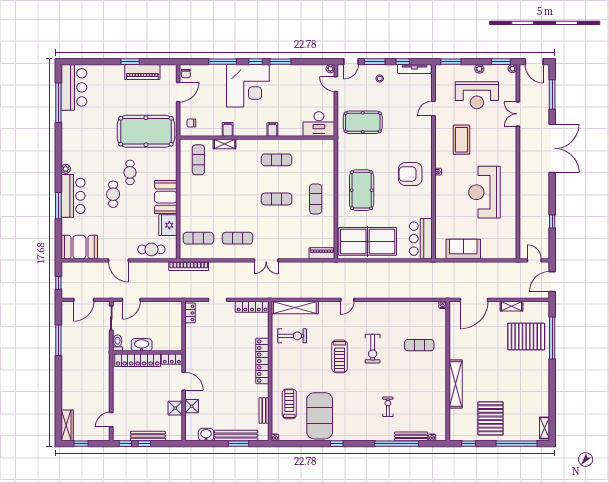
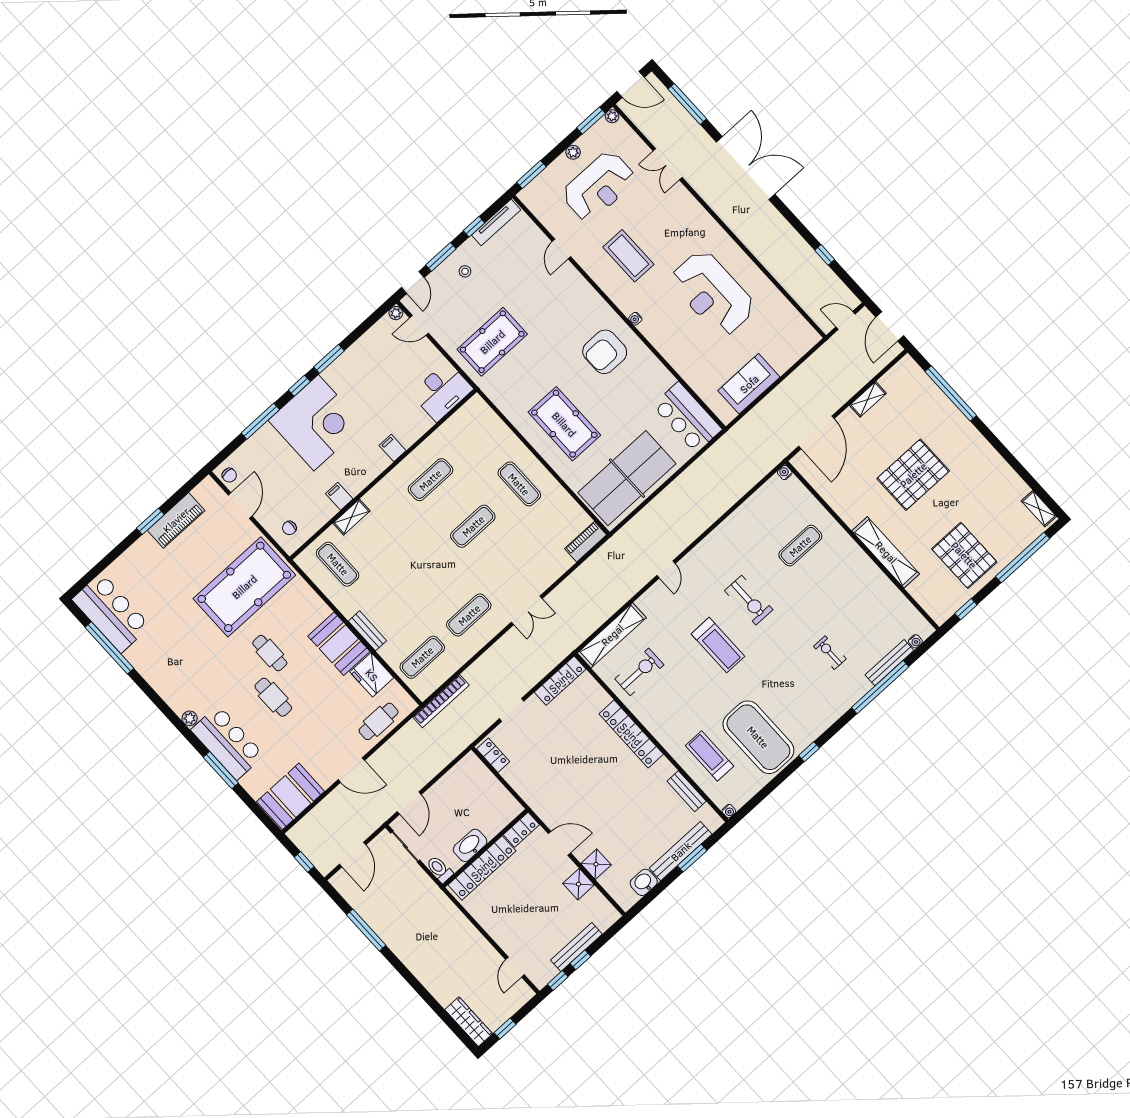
bench: (184, 203) -> (367, 631), added
pallet: (526, 336) -> (913, 475), moved

